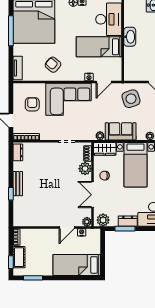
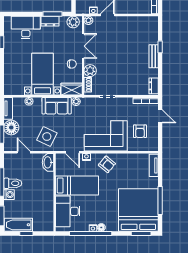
washbasin: (130, 37) -> (48, 162), moved
armchair: (53, 65) -> (107, 164), moved
door: (104, 82) -> (72, 152), swing flipped
side table: (131, 99) -> (47, 137), turned 45

